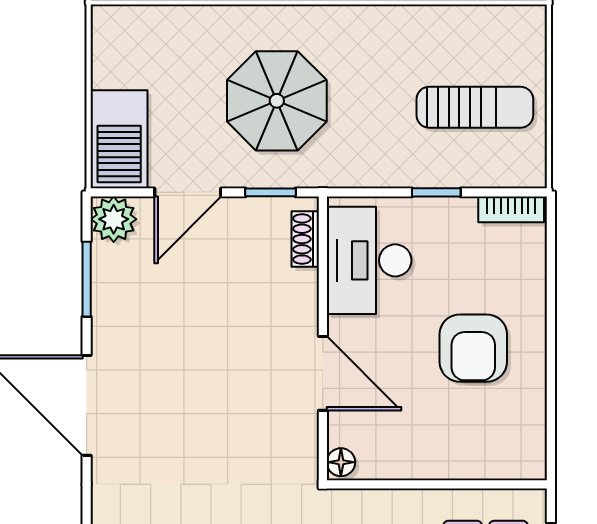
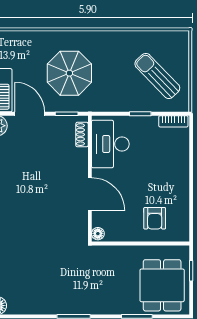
sun lounger: (475, 107) -> (157, 76), turned -134
door: (188, 192) -> (30, 114), swing flipped
armchair: (473, 348) -> (155, 218), moved, width x0.72, depth x0.72

